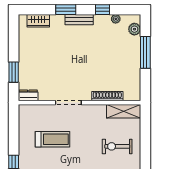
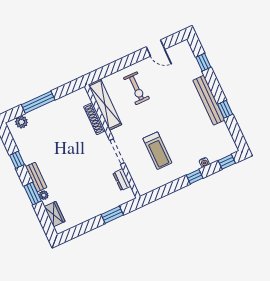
plant: (116, 19) -> (44, 195), moved
dresser: (28, 95) -> (122, 180), moved
shelving: (124, 111) -> (105, 105), width x1.47
treadmill: (52, 139) -> (157, 151), turned 180

